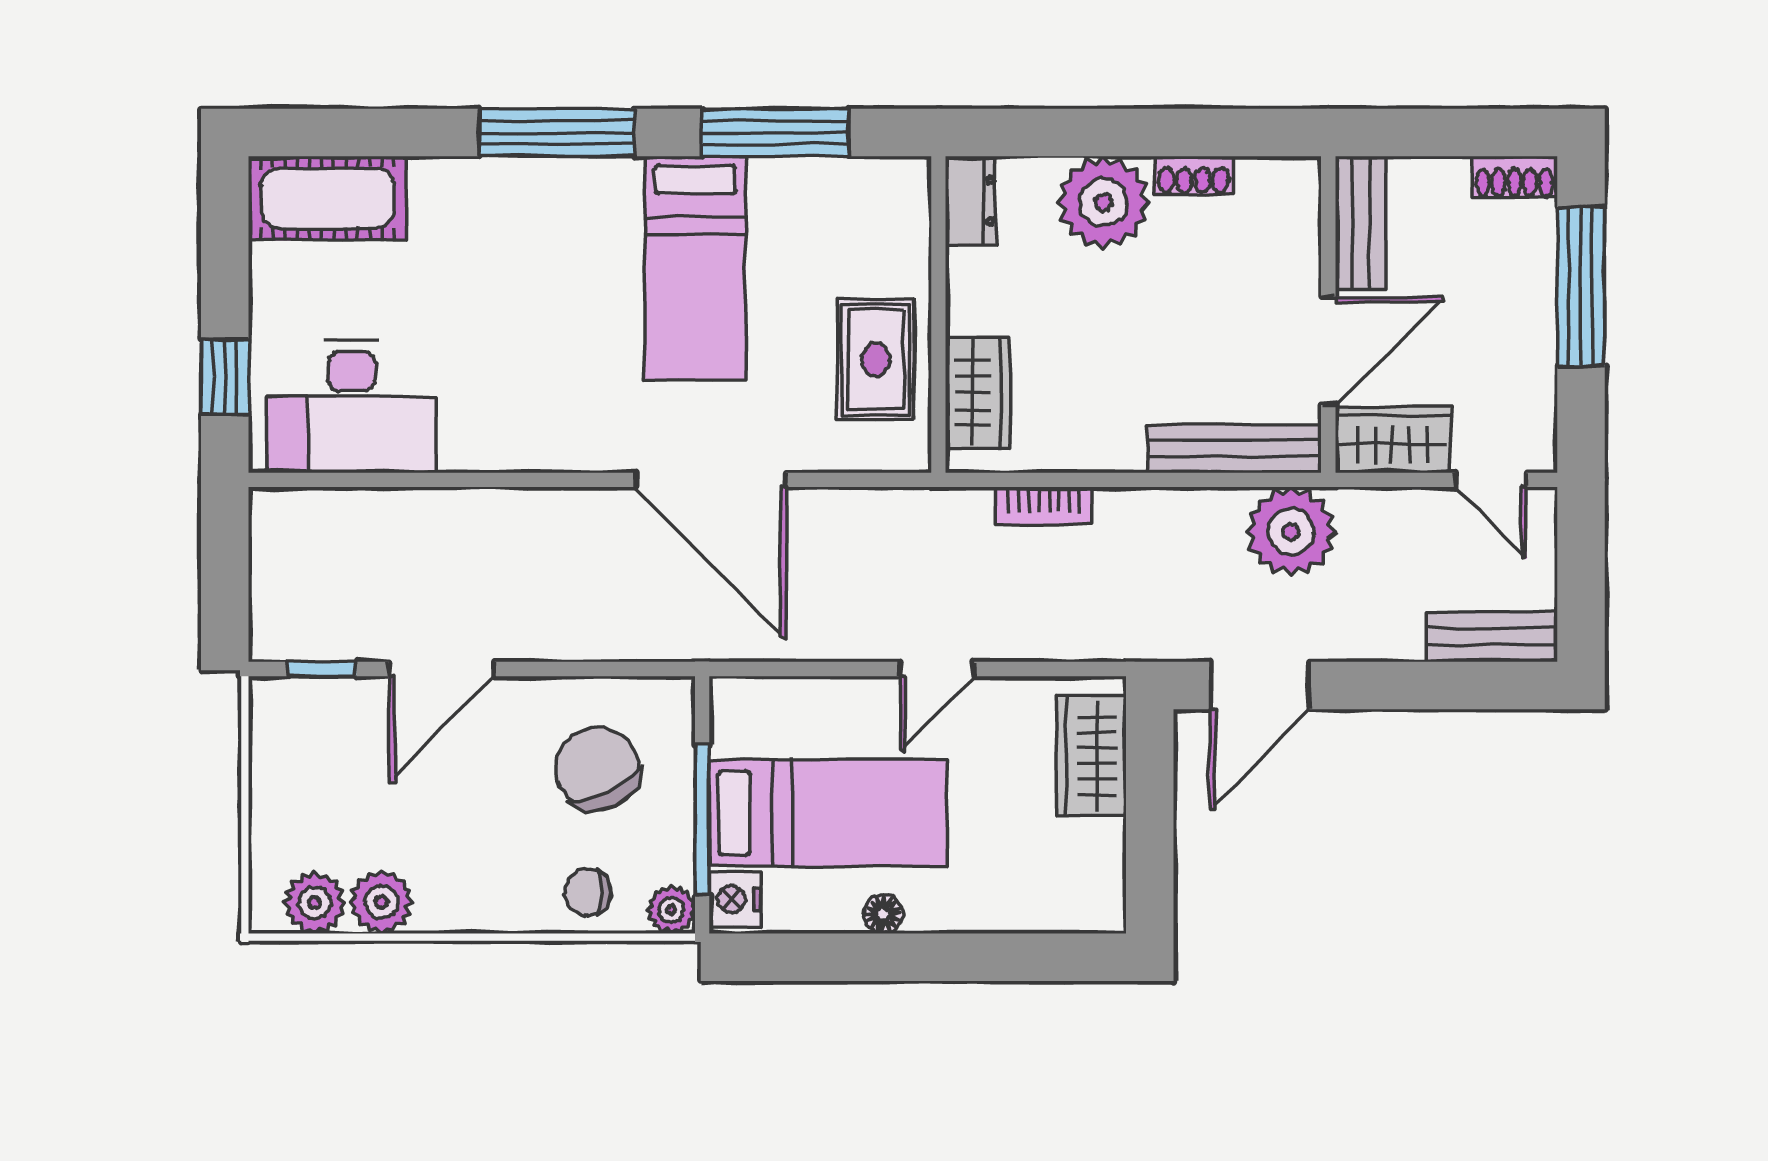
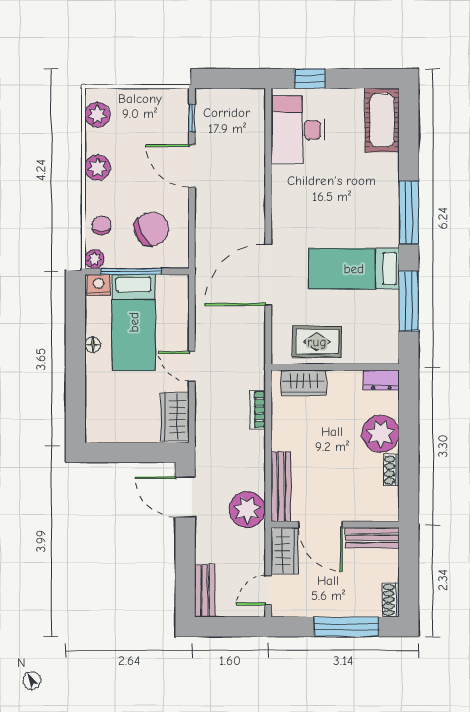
wardrobe: (1091, 756) -> (175, 417), moved, turned -90
plant: (381, 902) -> (98, 168), moved

